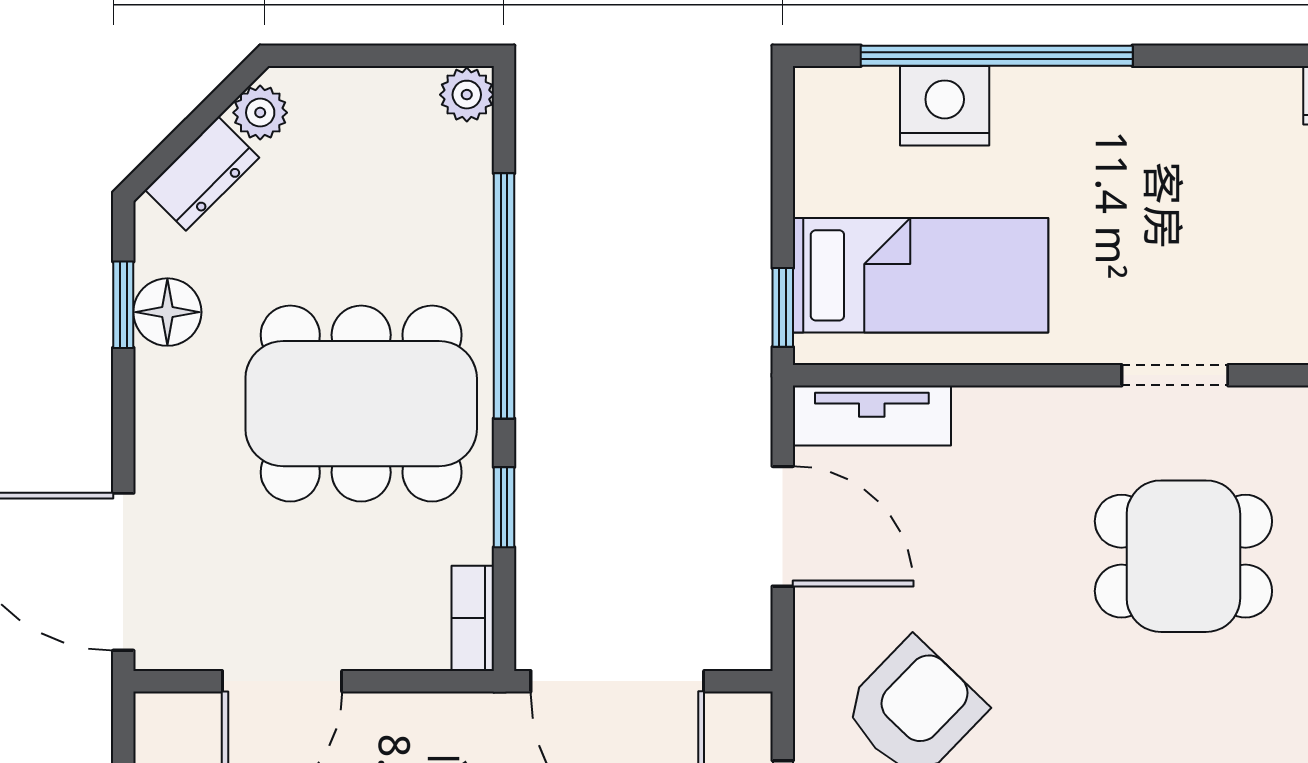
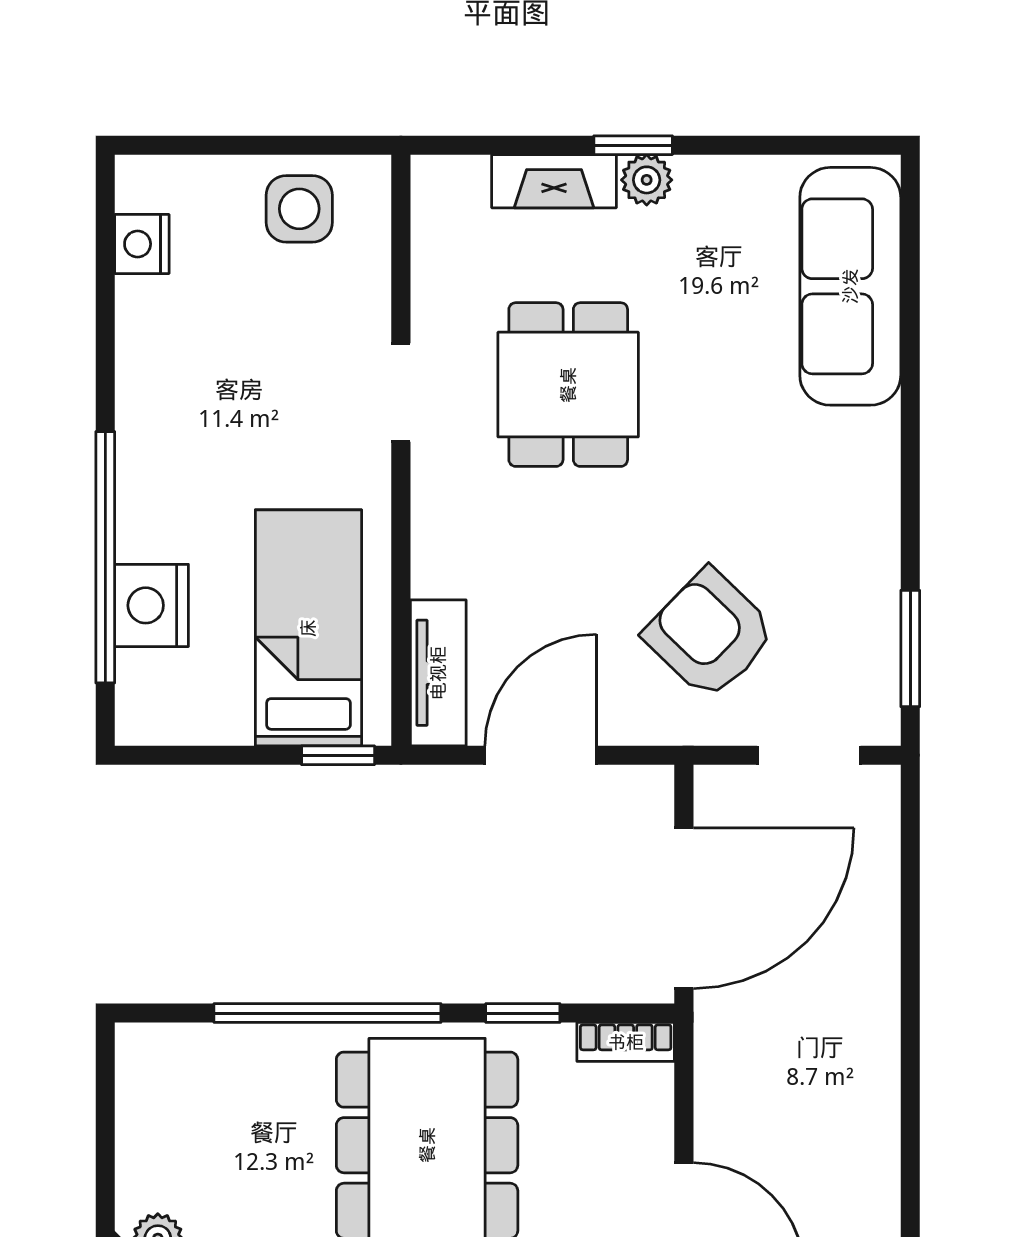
plant: (467, 95) -> (141, 1047), removed

